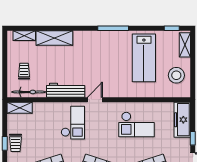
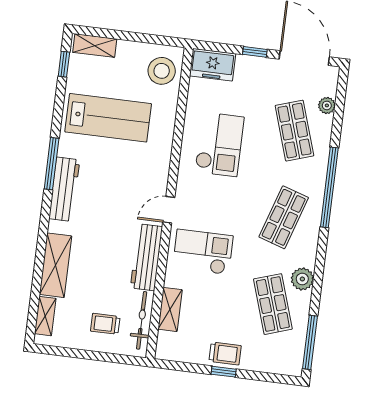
workbench: (99, 38) -> (64, 189), added
stool: (176, 75) -> (162, 71), moved
door: (95, 100) -> (169, 210), hinge flipped
shelving: (20, 108) -> (170, 309), moved
freezer: (182, 120) -> (213, 65), width x0.71

